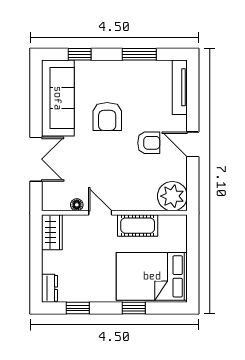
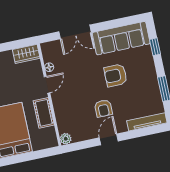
plant: (172, 196) -> (66, 139), width x0.53, depth x0.53

